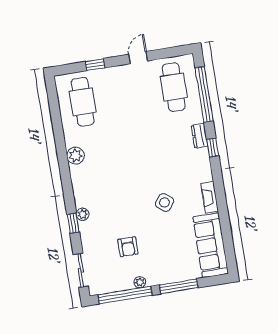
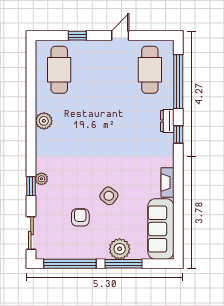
side table: (164, 202) -> (109, 196), moved
armchair: (128, 247) -> (80, 217), turned 180
plant: (140, 282) -> (120, 249), moved, width x1.87, depth x1.87

